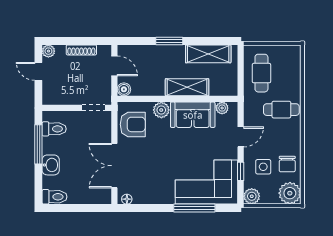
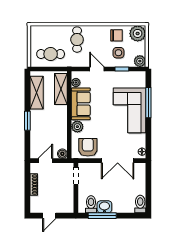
plant: (48, 51) -> (35, 208), removed
shelving: (187, 87) -> (61, 89), moved
washbasin: (51, 165) -> (104, 207), moved
corner sofa: (207, 182) -> (130, 110), moved

